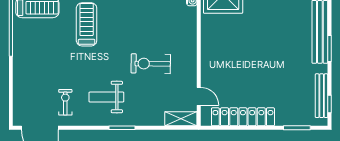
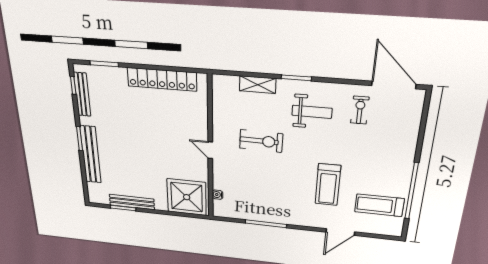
door: (199, 96) -> (210, 150), moved
exercise bike: (65, 102) -> (360, 110), turned 180
shelving: (181, 119) -> (258, 85), moved

